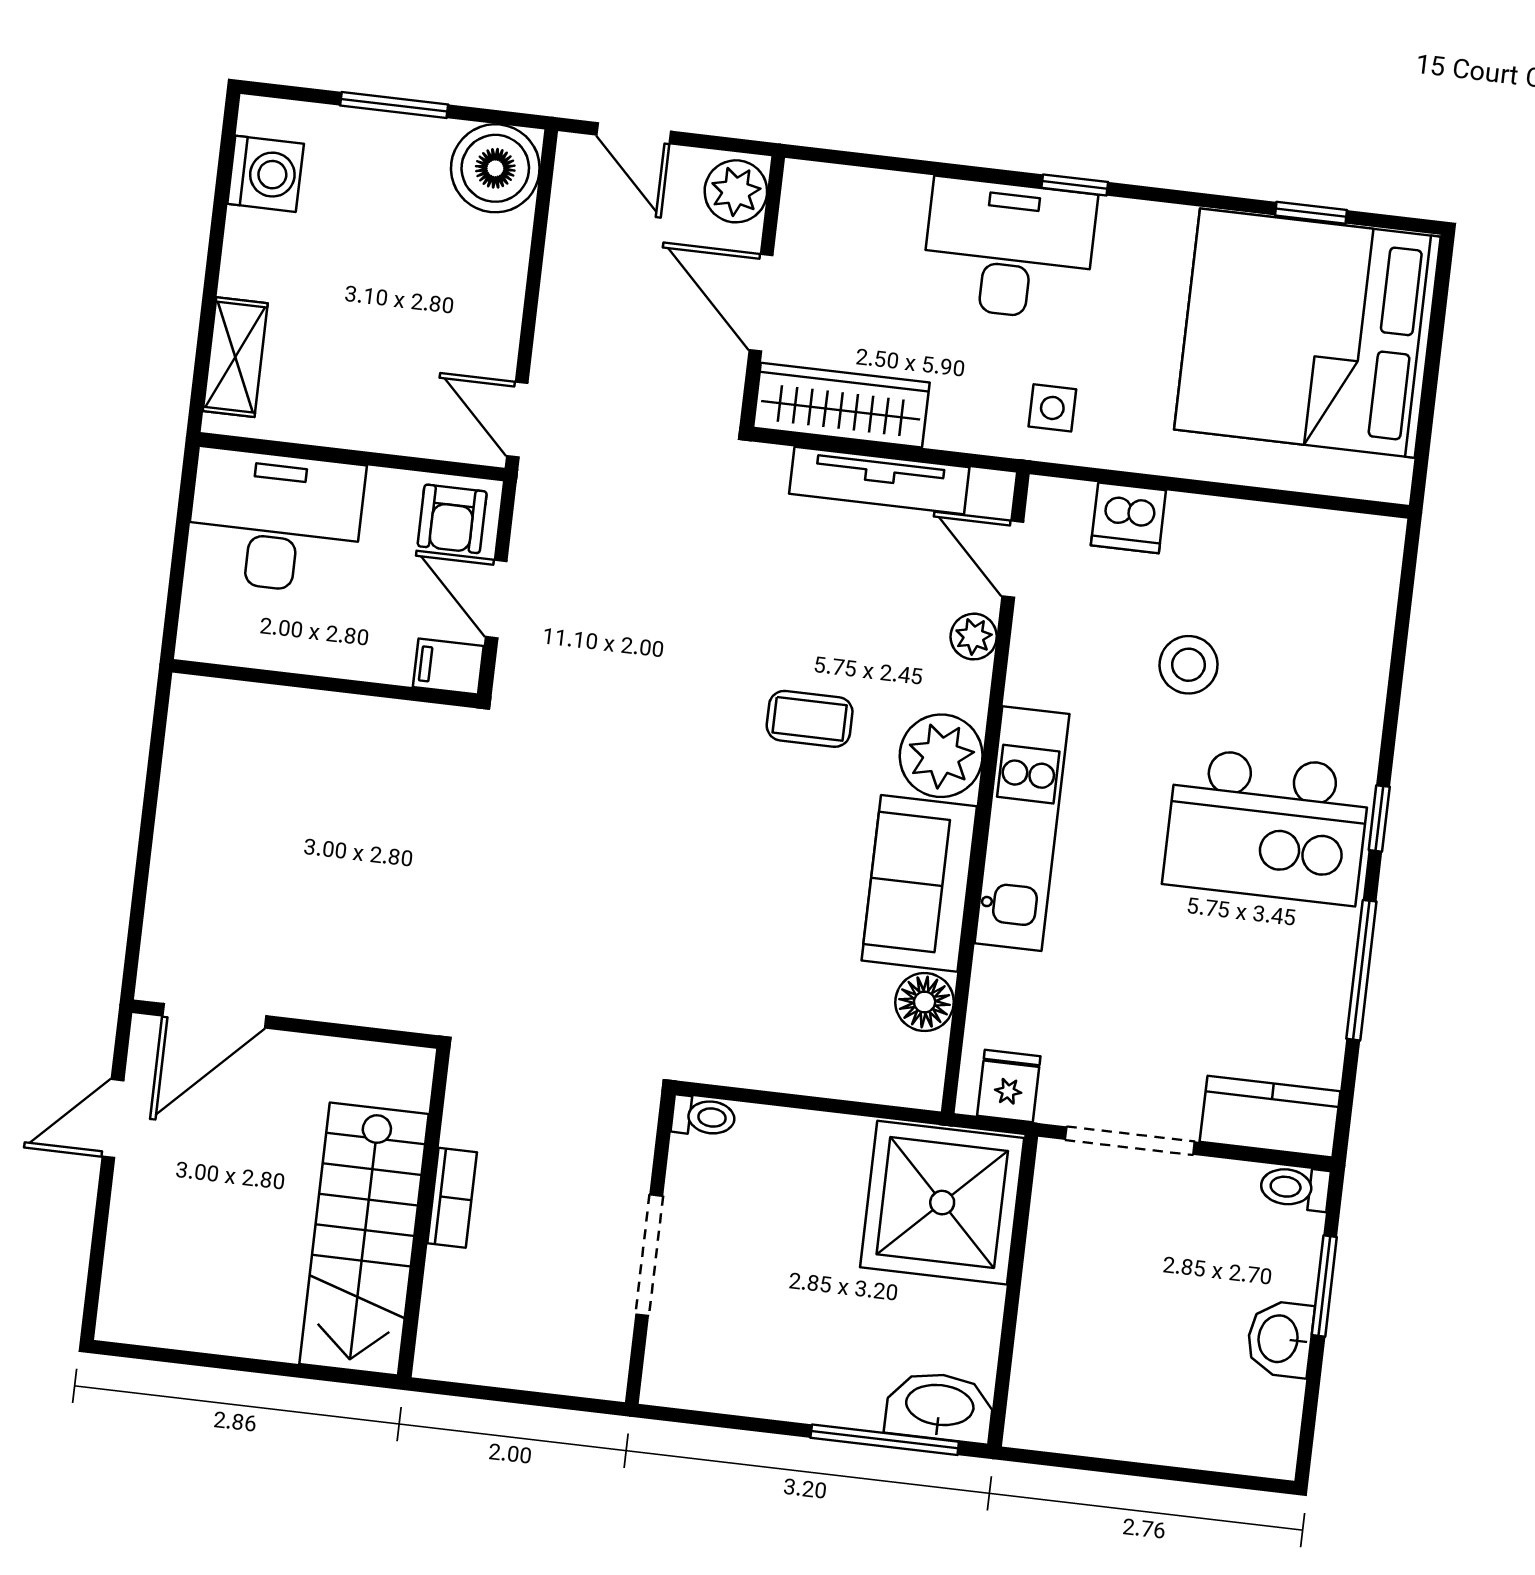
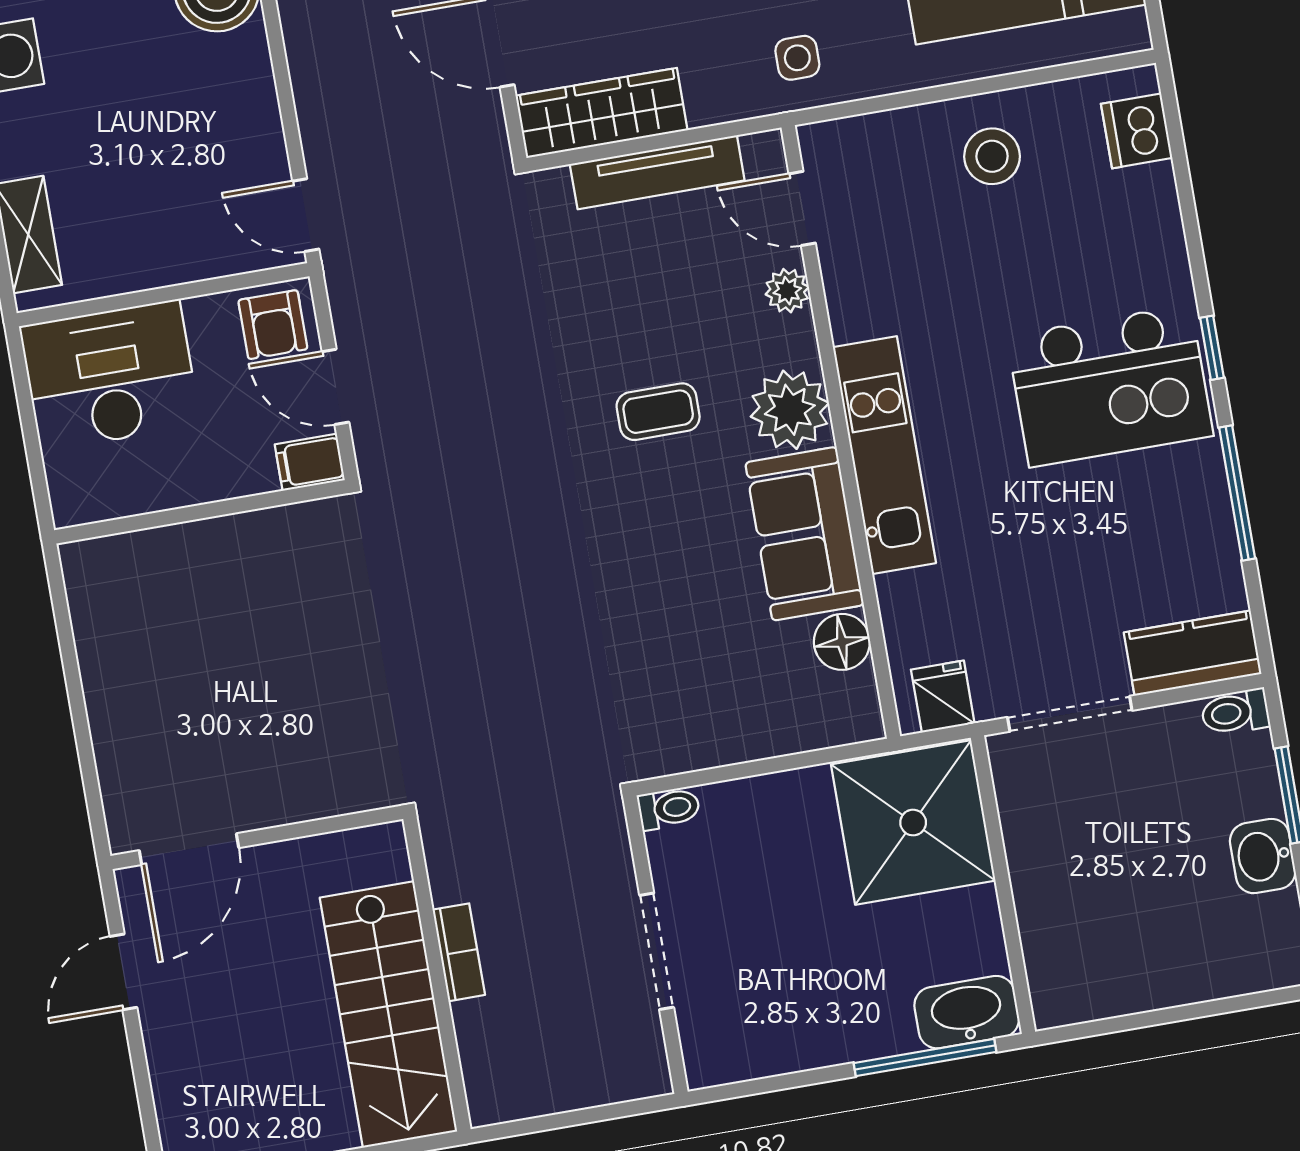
dishwasher: (1128, 518) -> (1137, 131), moved, turned 90
stool: (1189, 665) -> (992, 156), moved

